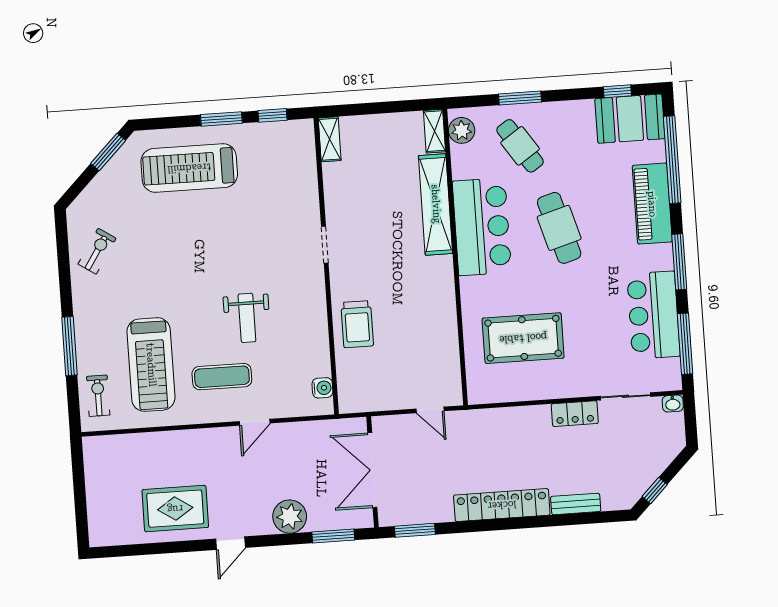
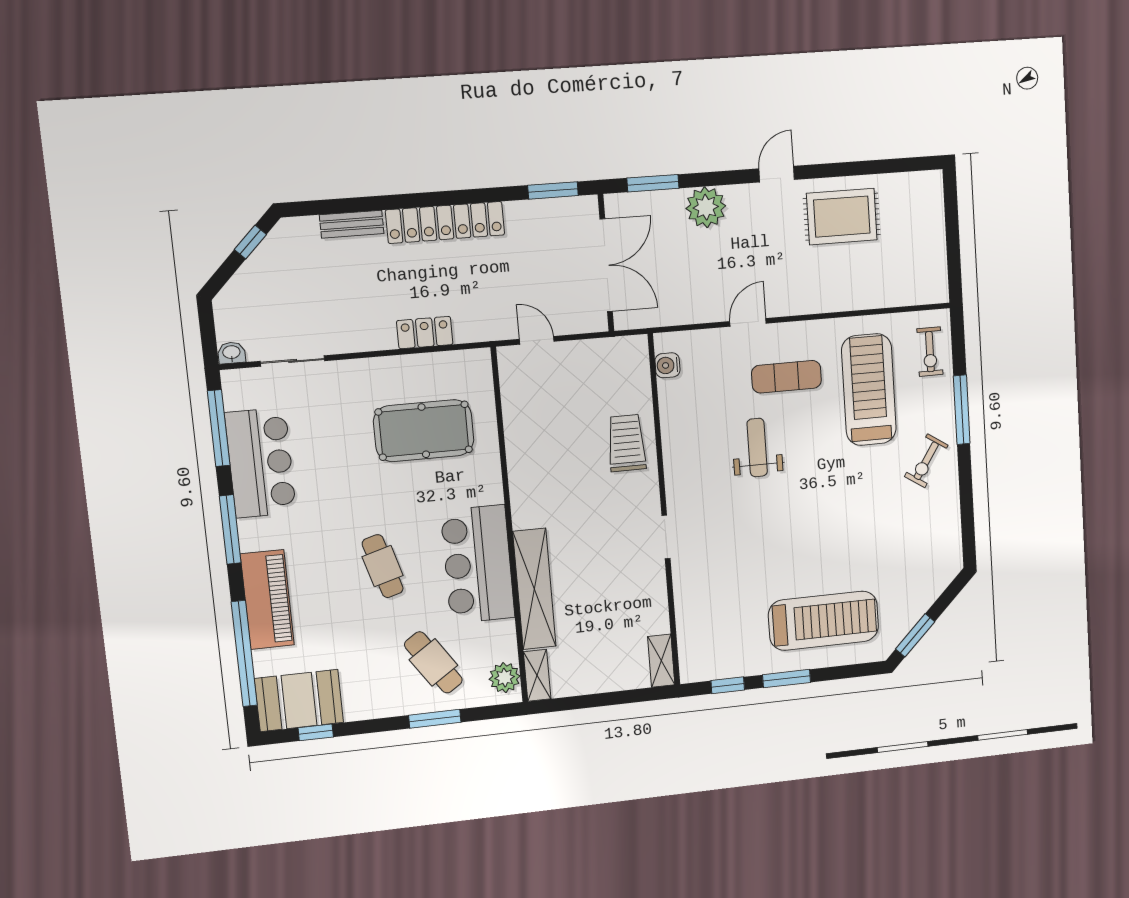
cafe table: (559, 228) -> (383, 566), width x0.73, depth x0.74
exercise bike: (97, 251) -> (926, 461), moved
locker: (575, 414) -> (425, 333), moved

